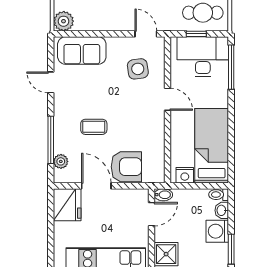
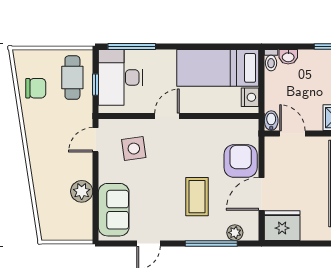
plant: (64, 21) -> (82, 191), moved
coffee table: (94, 127) -> (197, 197), width x1.36, depth x1.30
washing machine: (217, 231) -> (311, 62), removed

